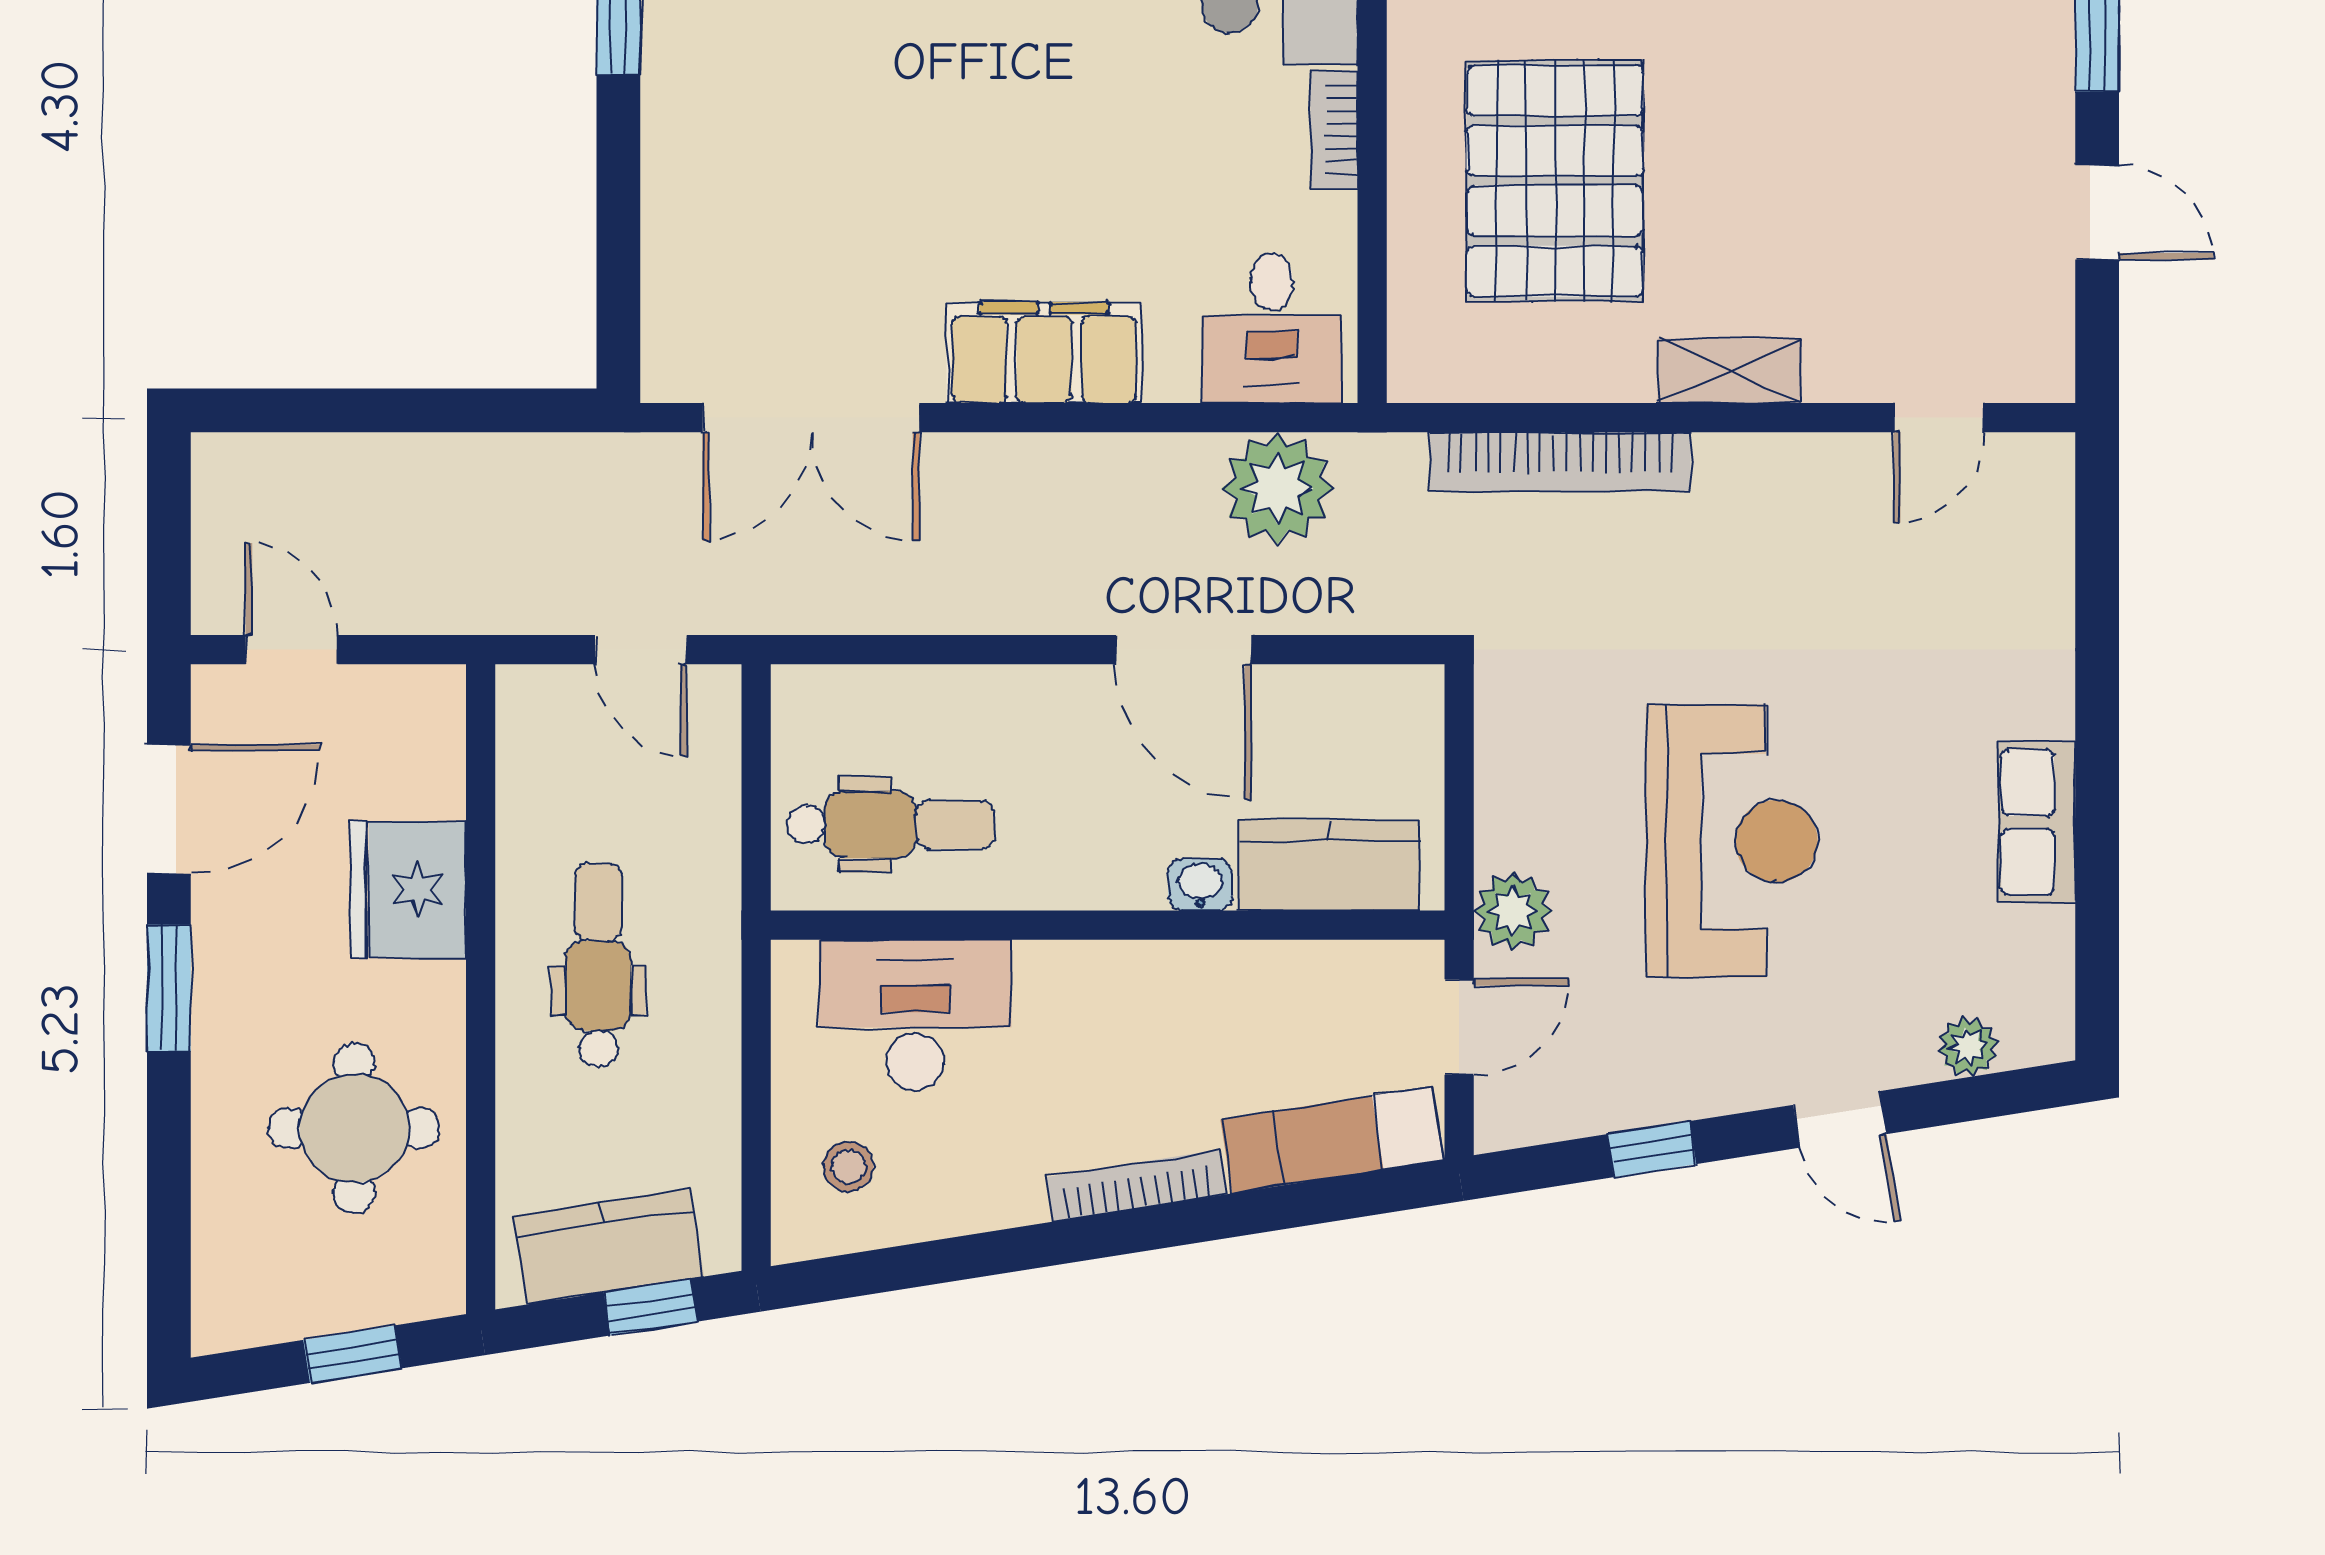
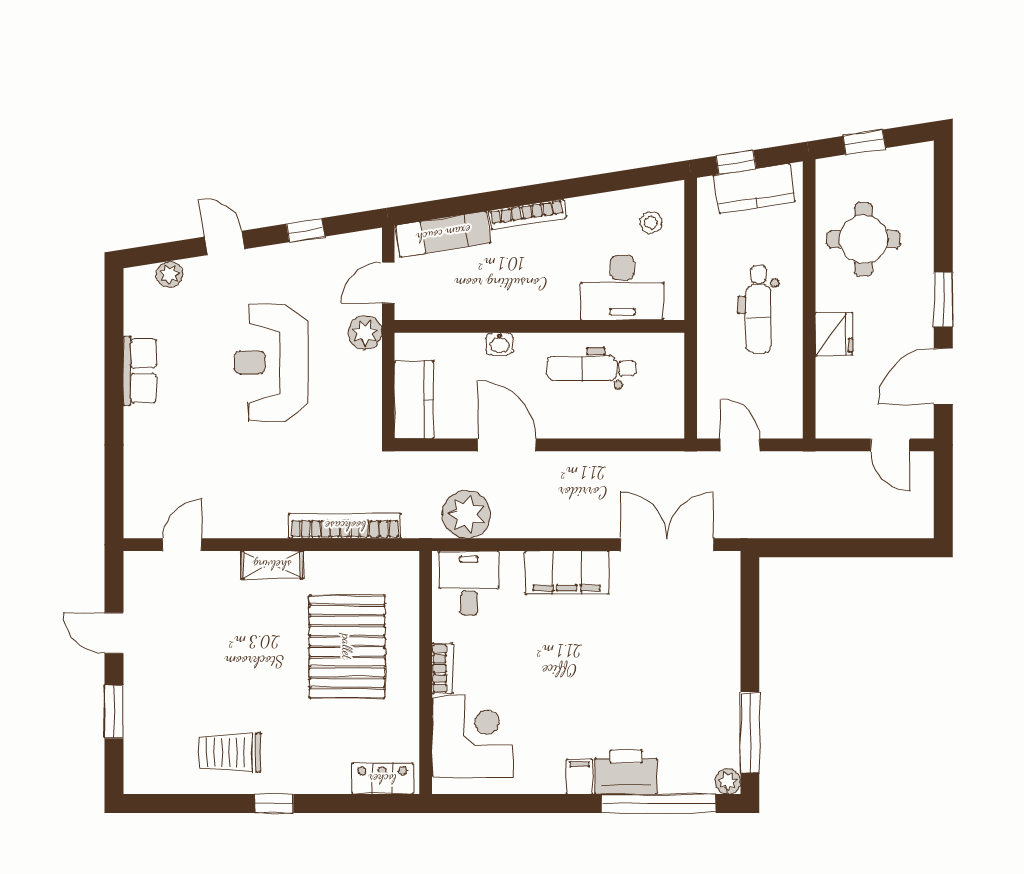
dental chair: (891, 824) -> (591, 368), moved
kitchen counter: (1329, 865) -> (414, 400), moved, turned -90
fridge: (408, 890) -> (834, 334), width x0.73, depth x0.75

